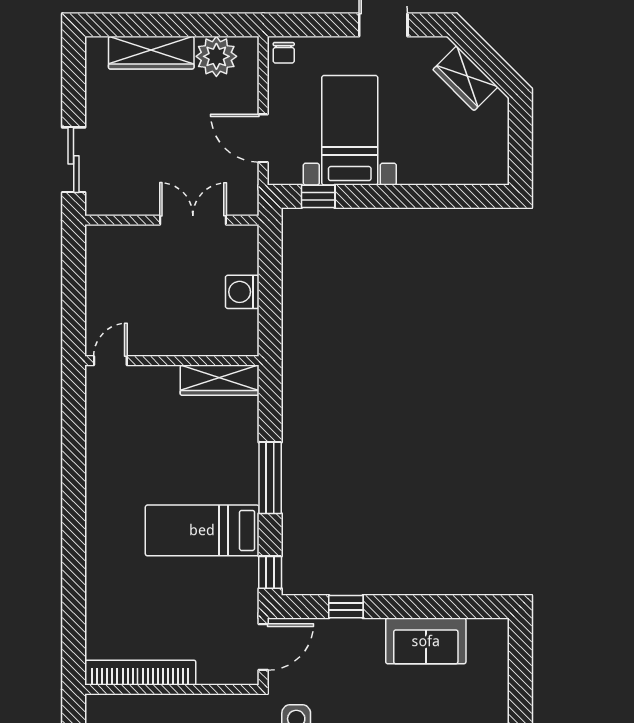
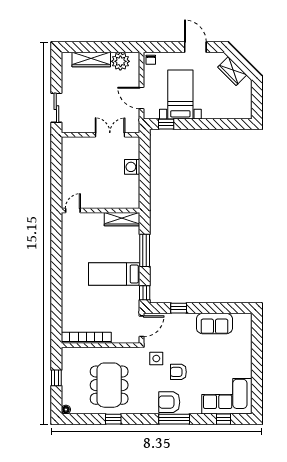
door: (110, 361) -> (73, 210), moved
wall: (172, 361) -> (101, 210), moved
wardrobe: (220, 380) -> (122, 219), moved

